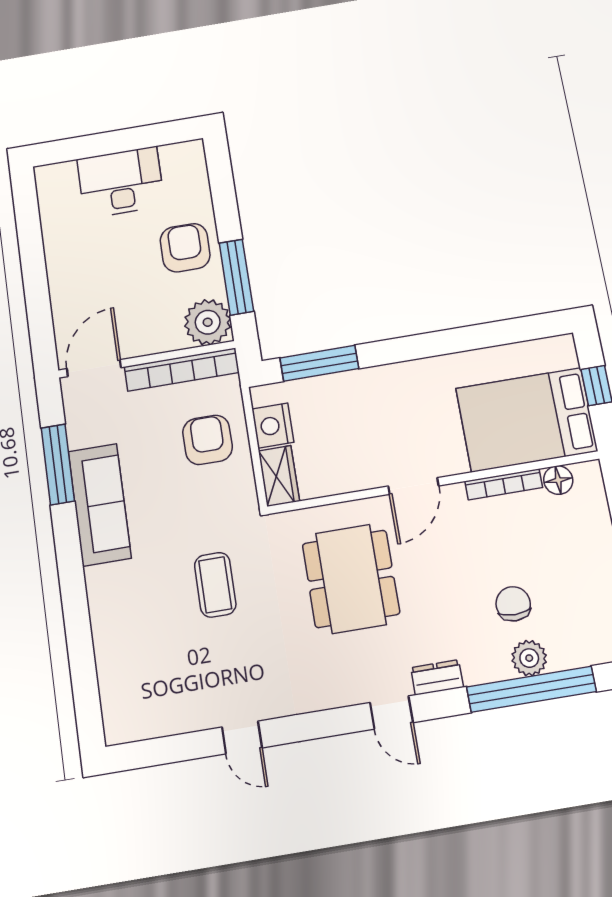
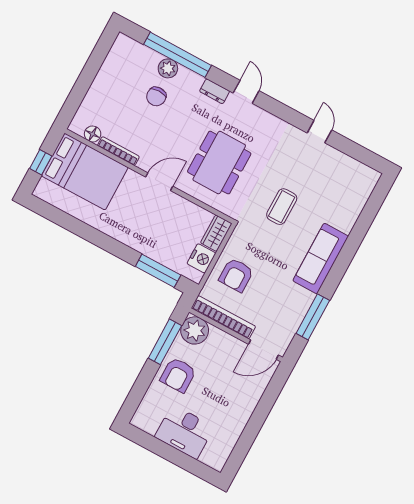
sofa: (100, 505) -> (321, 258), moved

